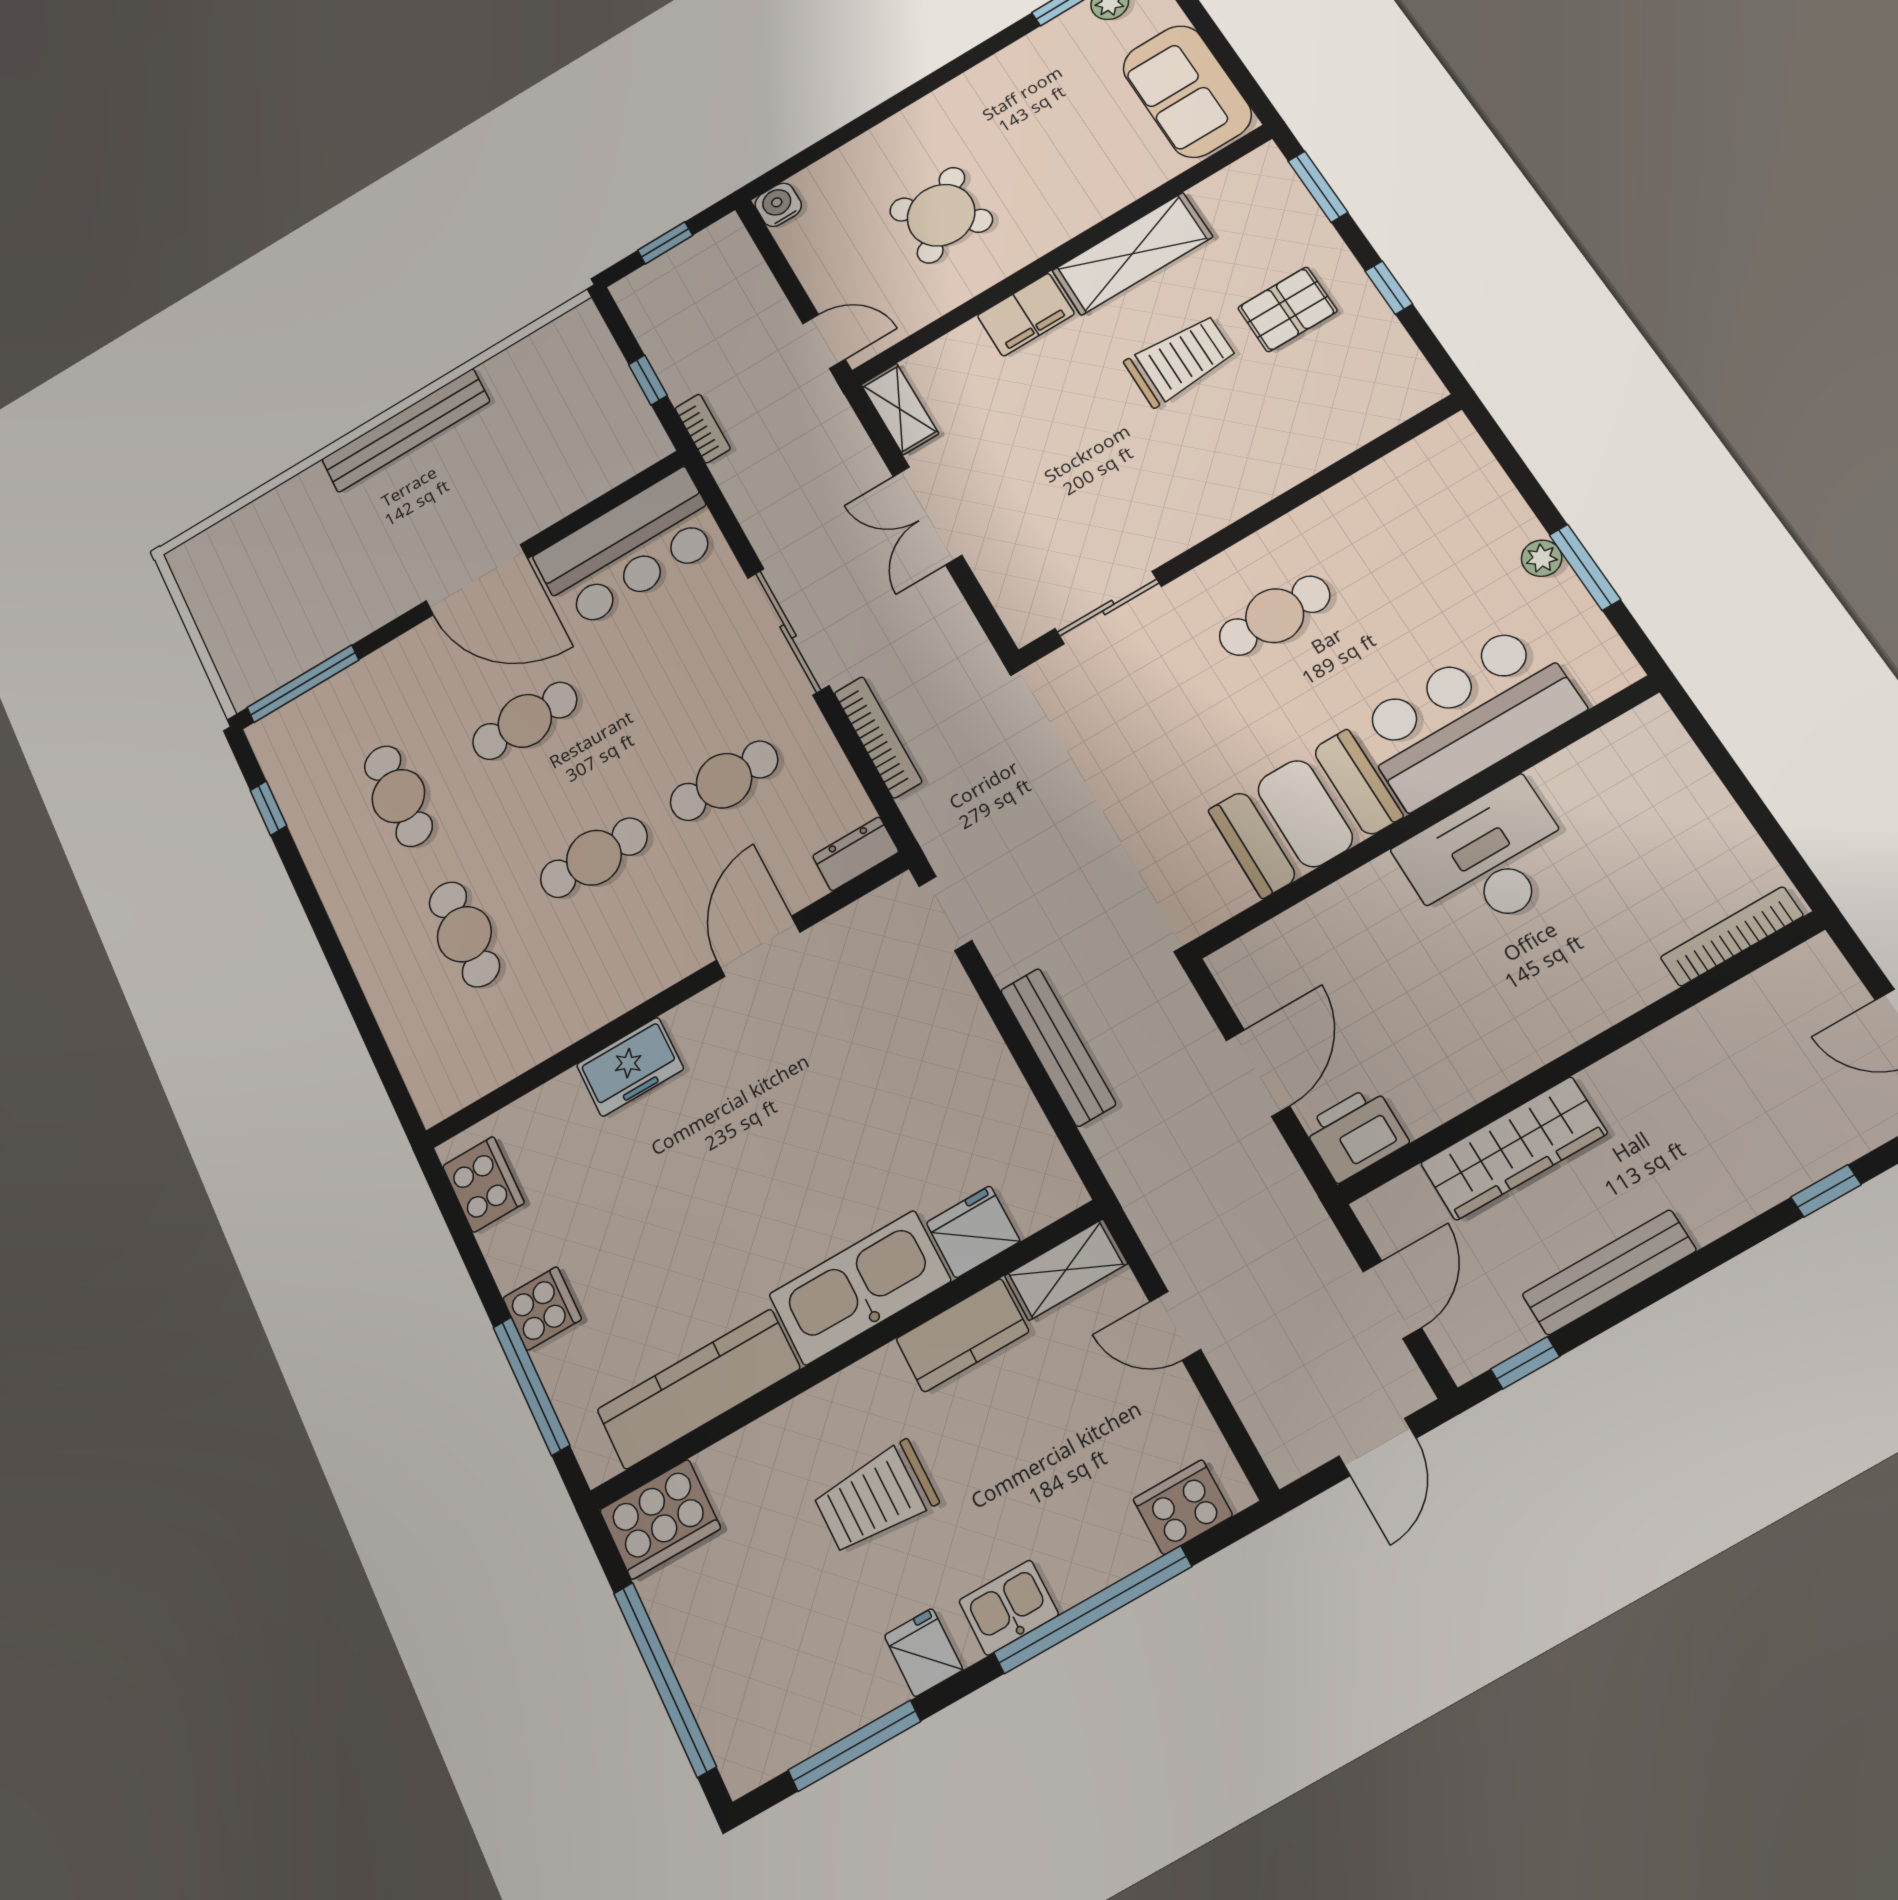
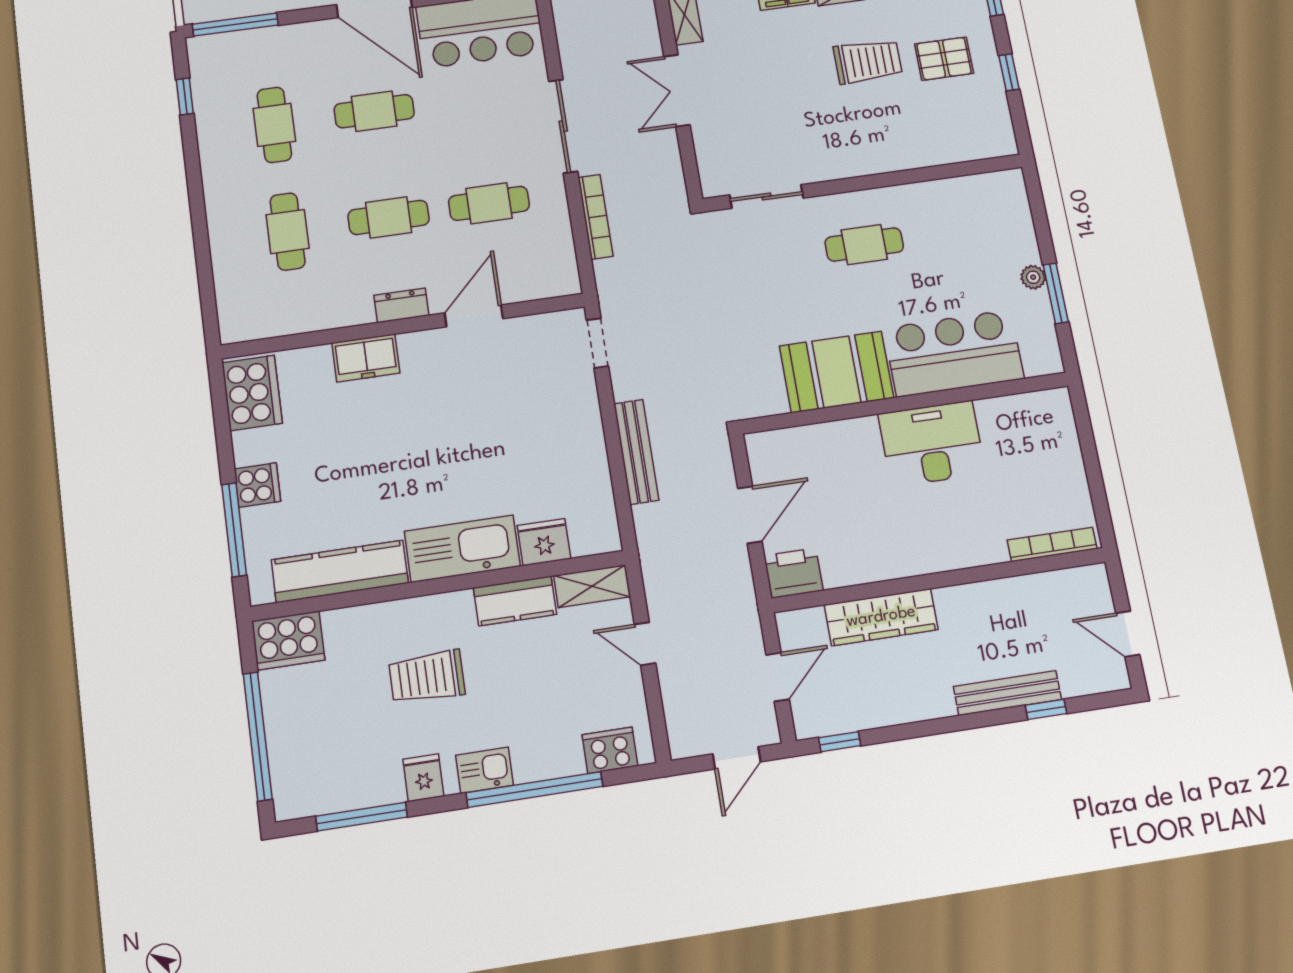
dresser: (856, 854) -> (401, 305), moved
cooker: (483, 1184) -> (252, 393), width x1.37, depth x1.31
bench: (1609, 1272) -> (1007, 693), moved

